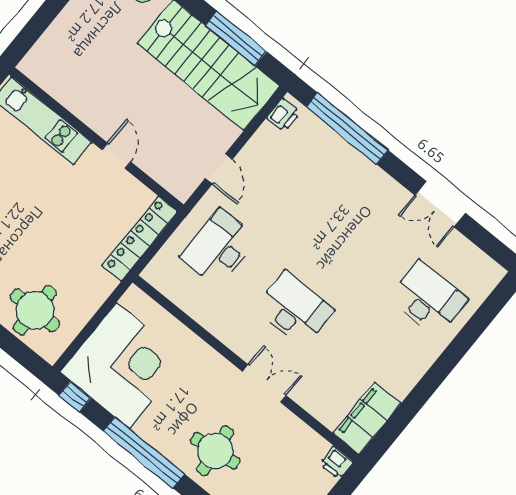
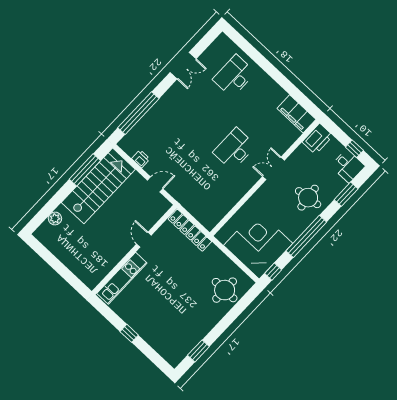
printer: (283, 115) -> (141, 159), moved
door: (116, 156) -> (144, 240), hinge flipped
desk: (219, 248) -> (198, 188), removed
printer: (336, 463) -> (318, 139), width x1.87, depth x1.48

